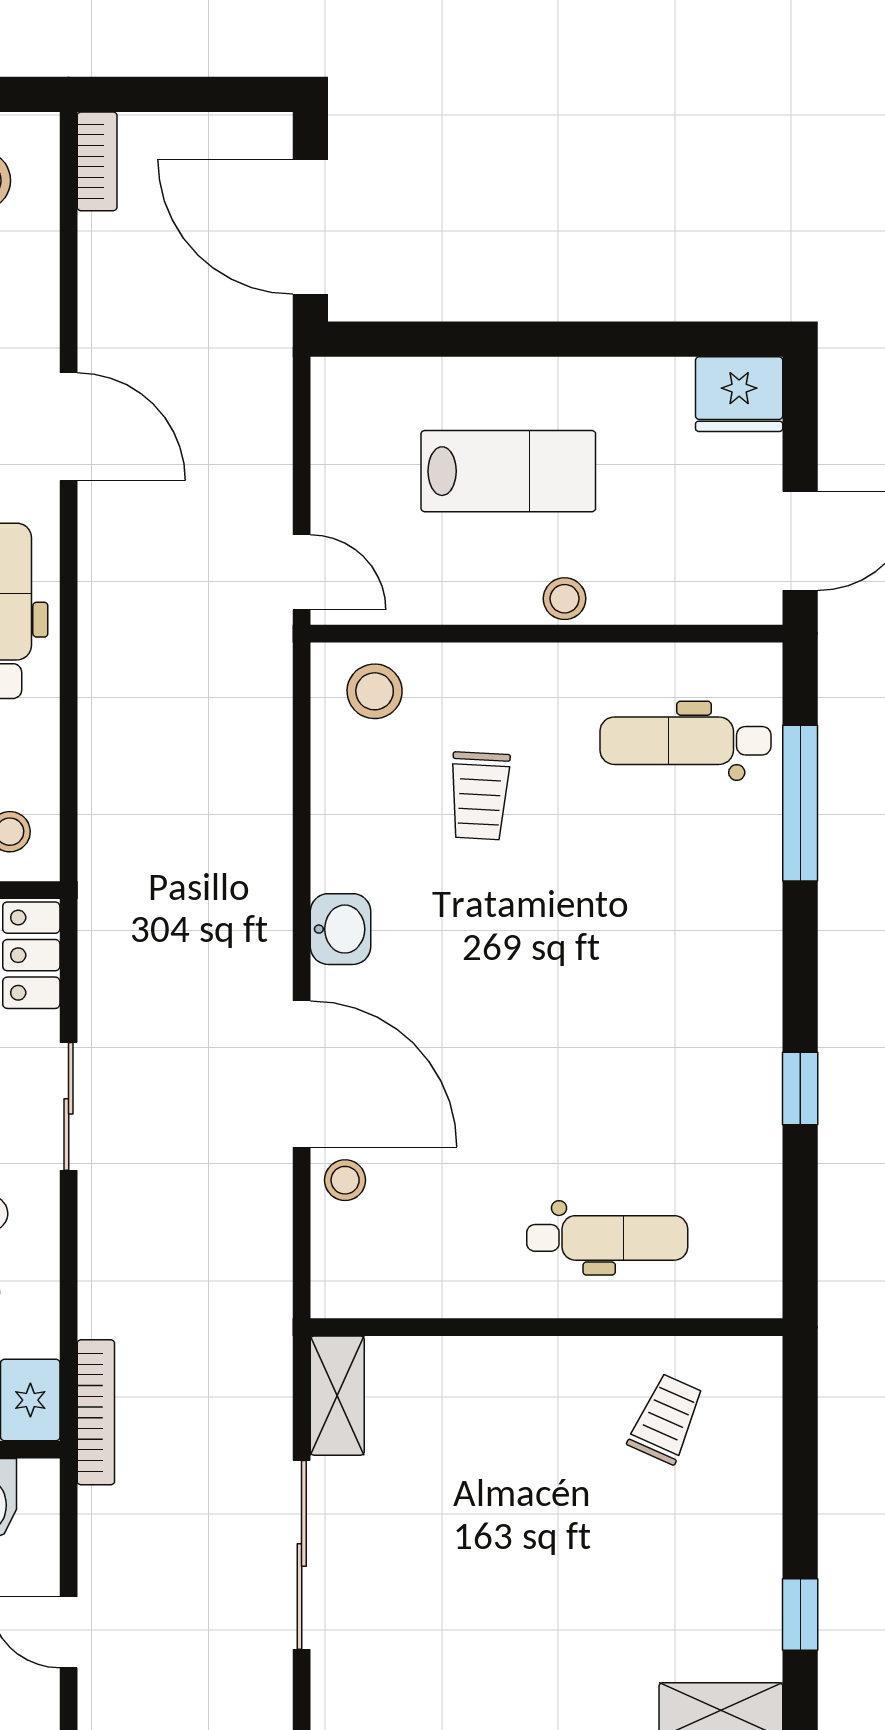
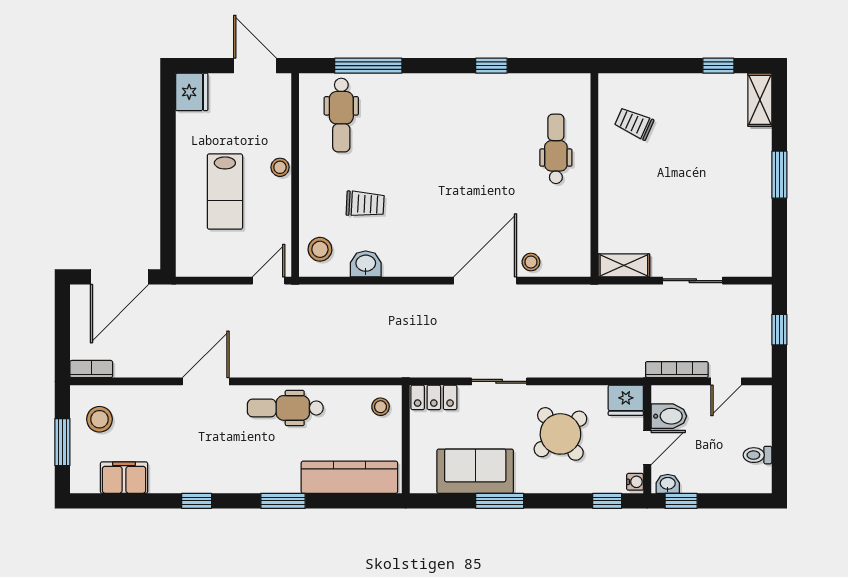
lab bench: (508, 471) -> (225, 192), turned 180
washbasin: (340, 929) -> (366, 264), moved
bookcase: (96, 1412) -> (677, 370), moved
sliding door: (302, 1555) -> (693, 281), width x0.73

